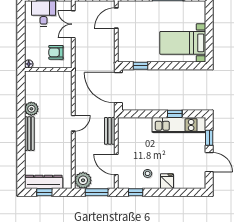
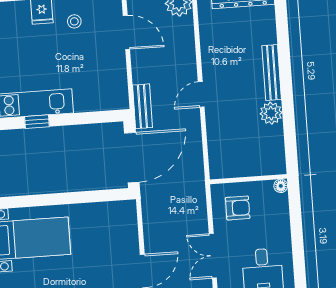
double door: (73, 24) -> (213, 256), swing flipped
window: (141, 66) -> (98, 196), removed
door: (118, 88) -> (132, 158), hinge flipped
bench: (110, 131) -> (142, 106), moved

